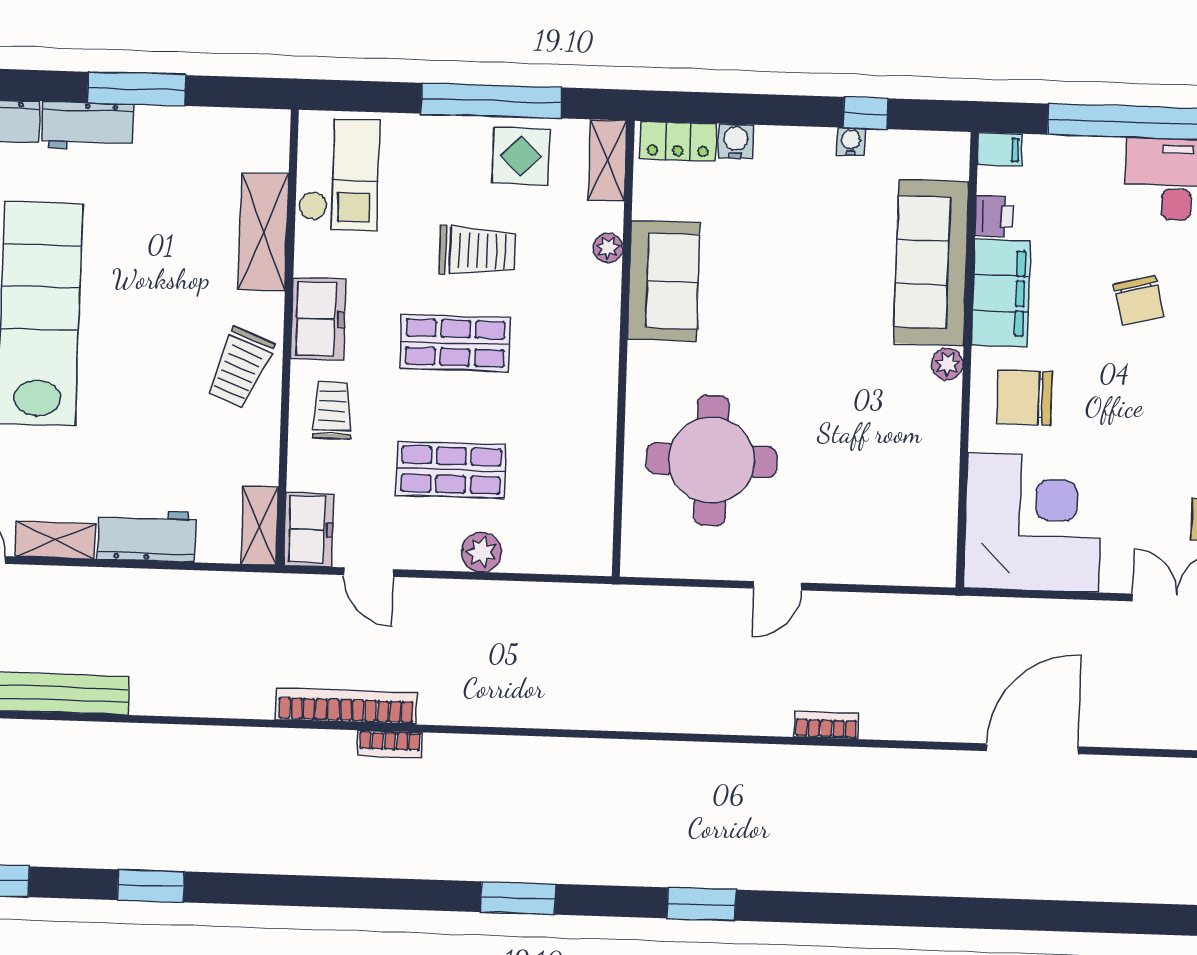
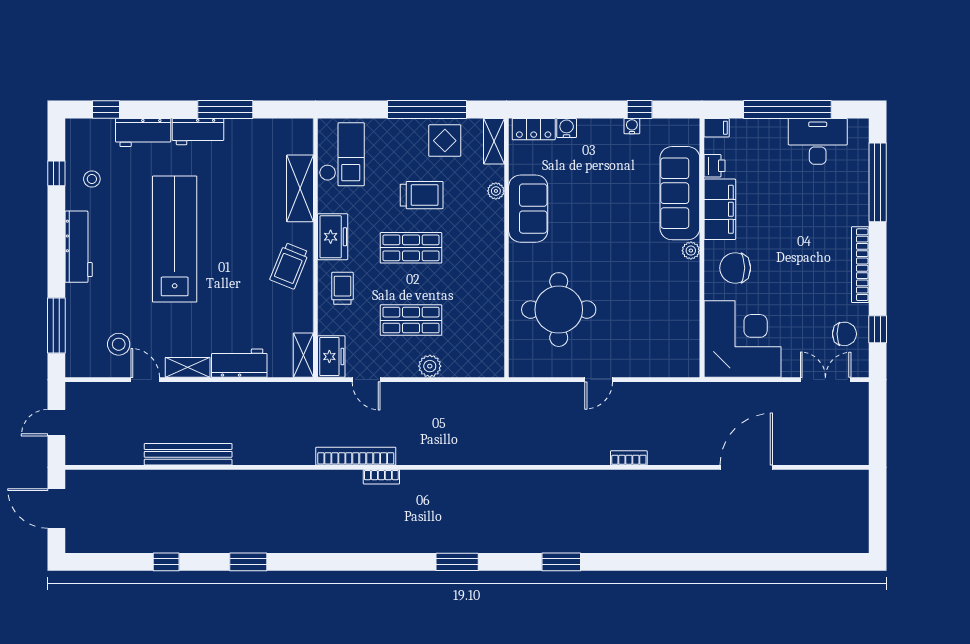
chair: (1139, 300) -> (798, 211), removed

